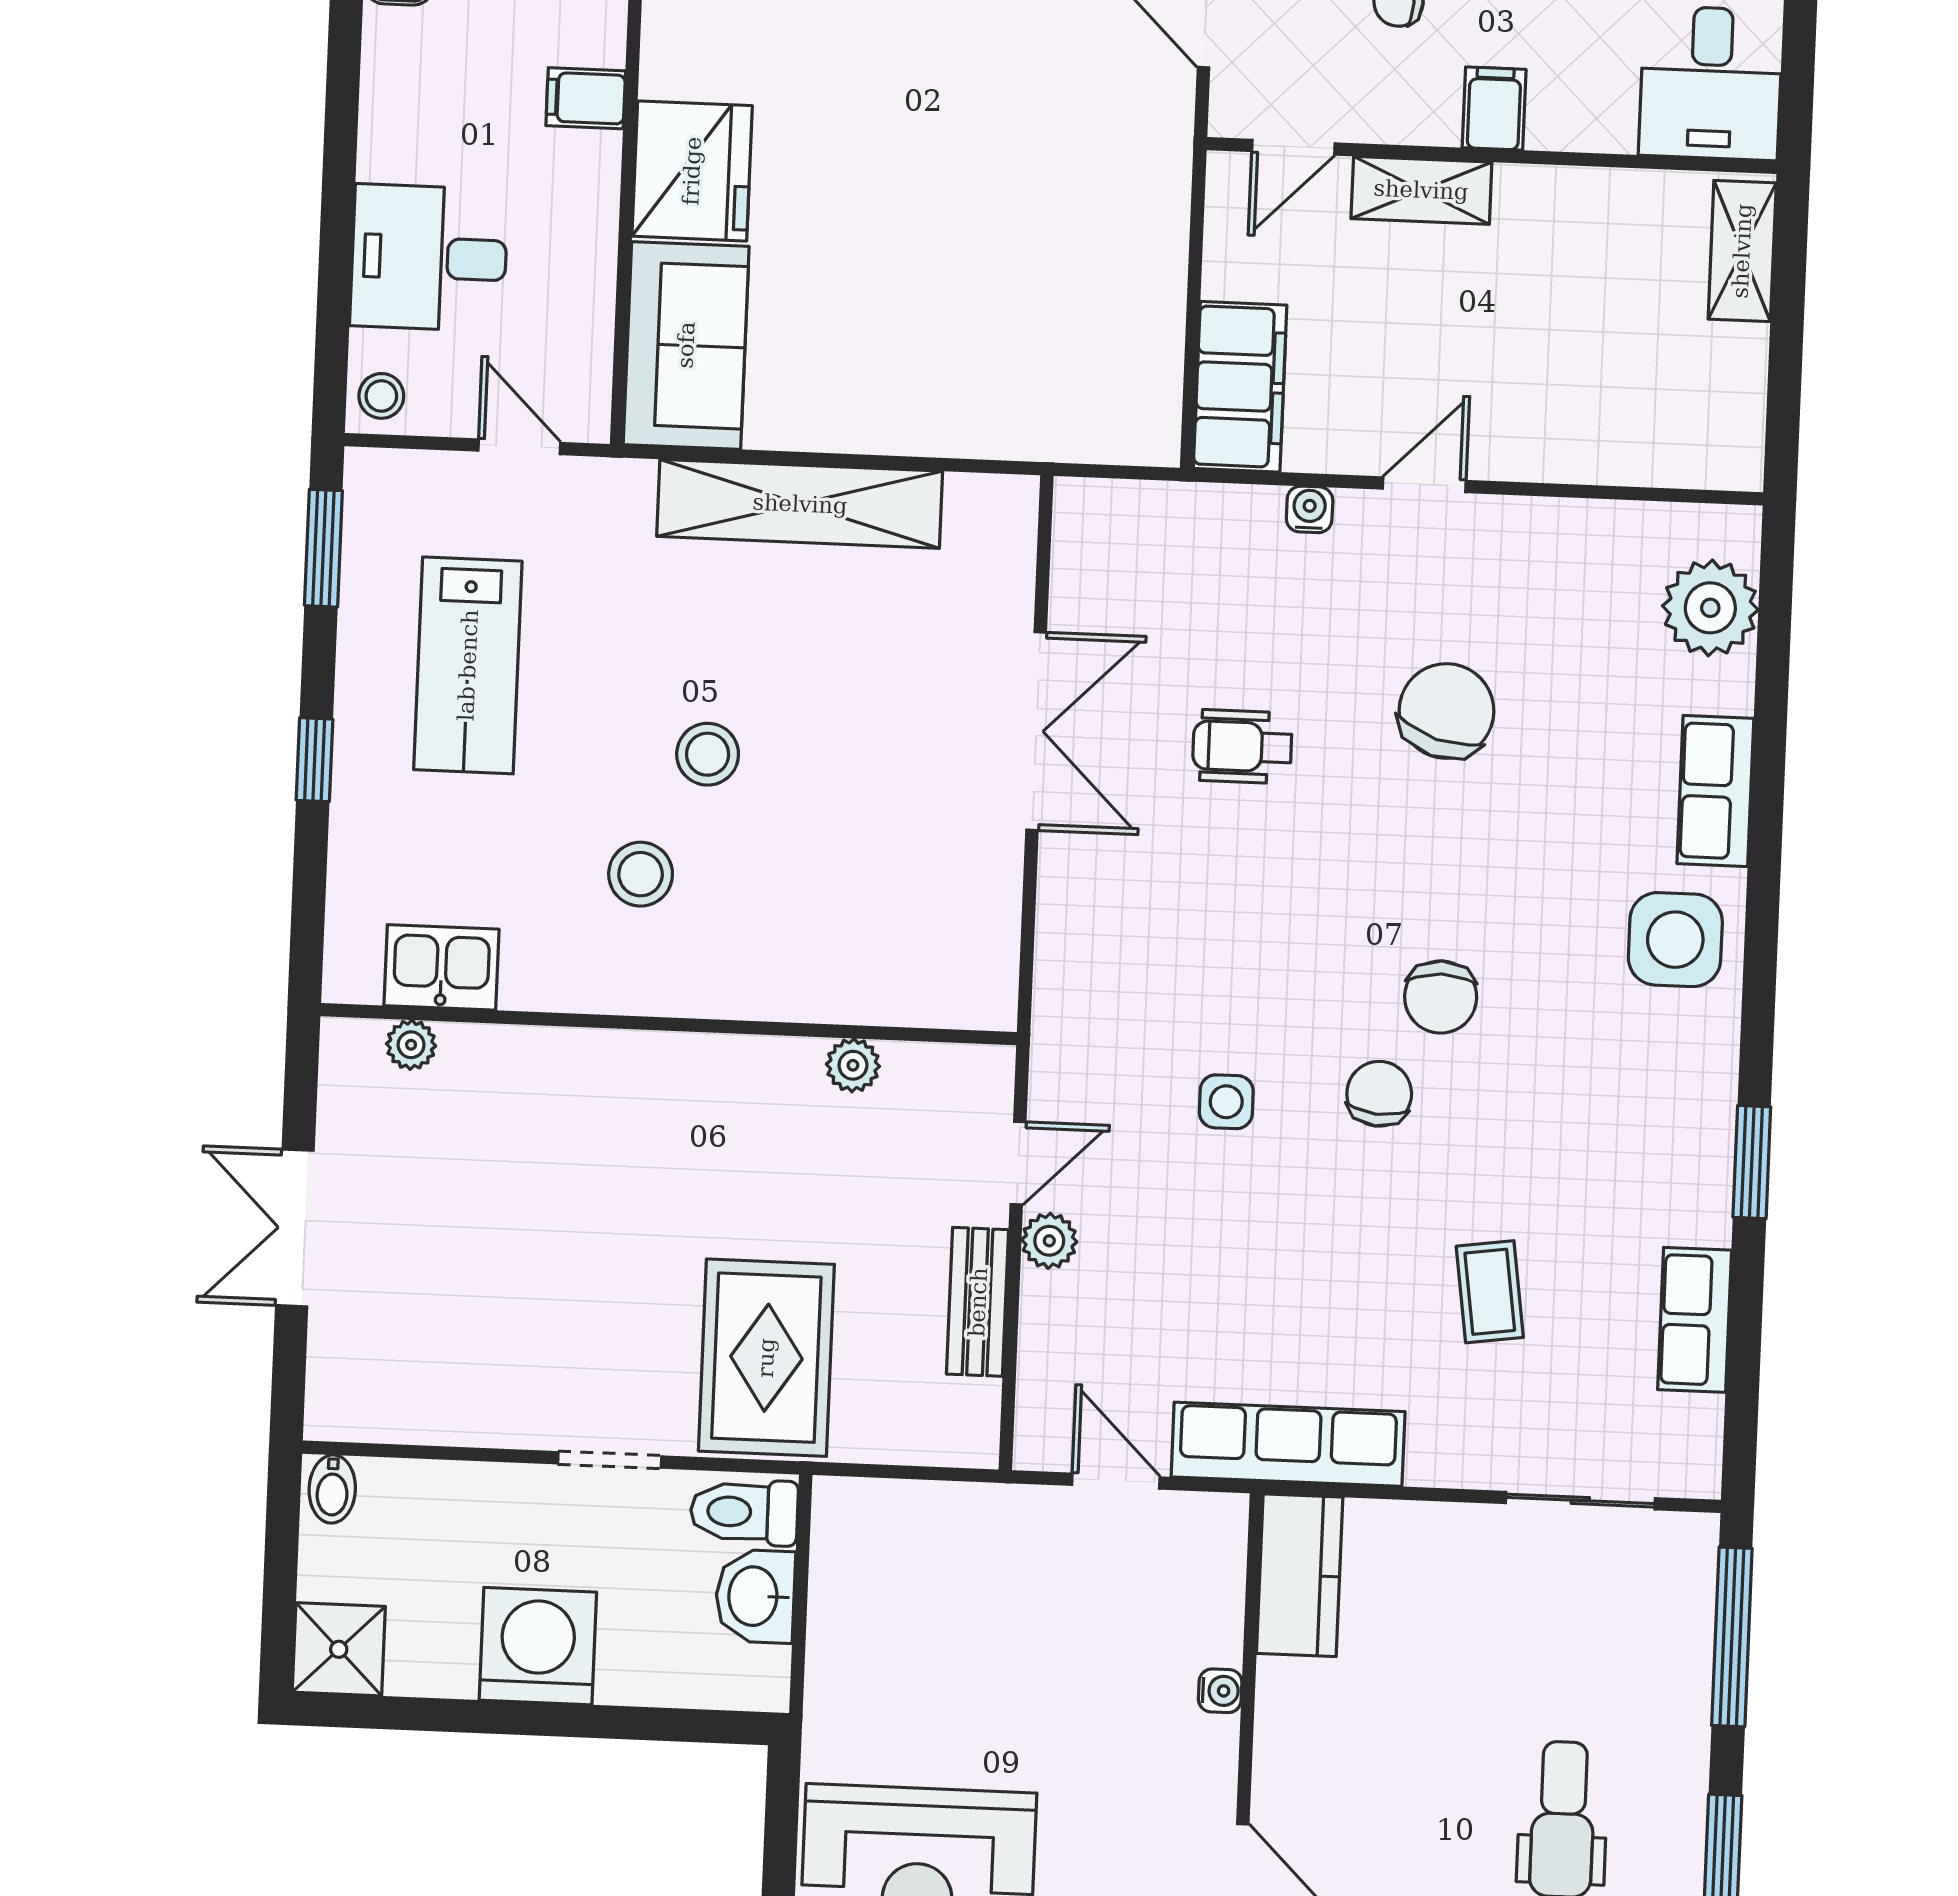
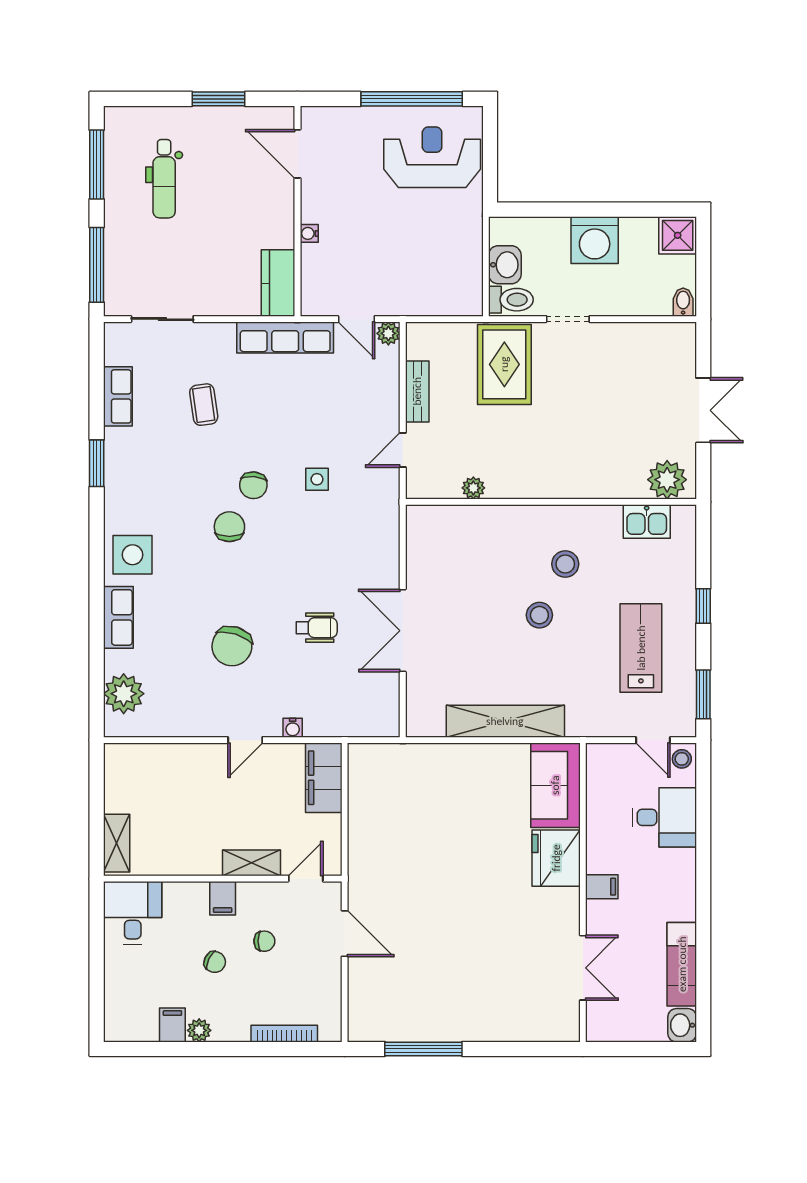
door: (519, 447) -> (653, 740), moved
plant: (411, 1045) -> (667, 480), width x1.87, depth x1.87
plant: (1049, 1241) -> (388, 333), moved

